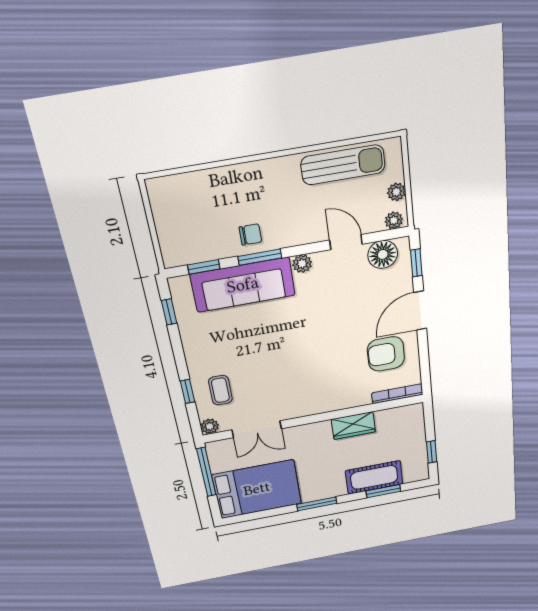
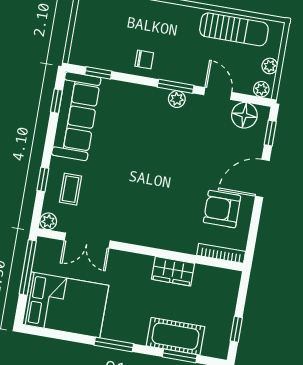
window: (260, 257) -> (176, 86), moved
sofa: (243, 285) -> (76, 116), moved, turned -90

